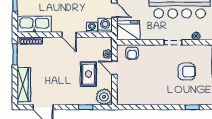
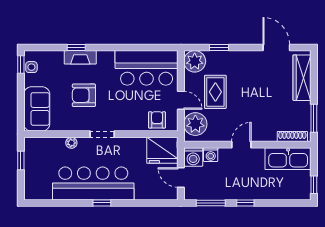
door: (69, 35) -> (241, 145), hinge flipped
plant: (107, 54) -> (195, 124), width x1.87, depth x1.87
bar counter: (140, 92) -> (147, 68), added
fireplace: (189, 100) -> (80, 57), added

